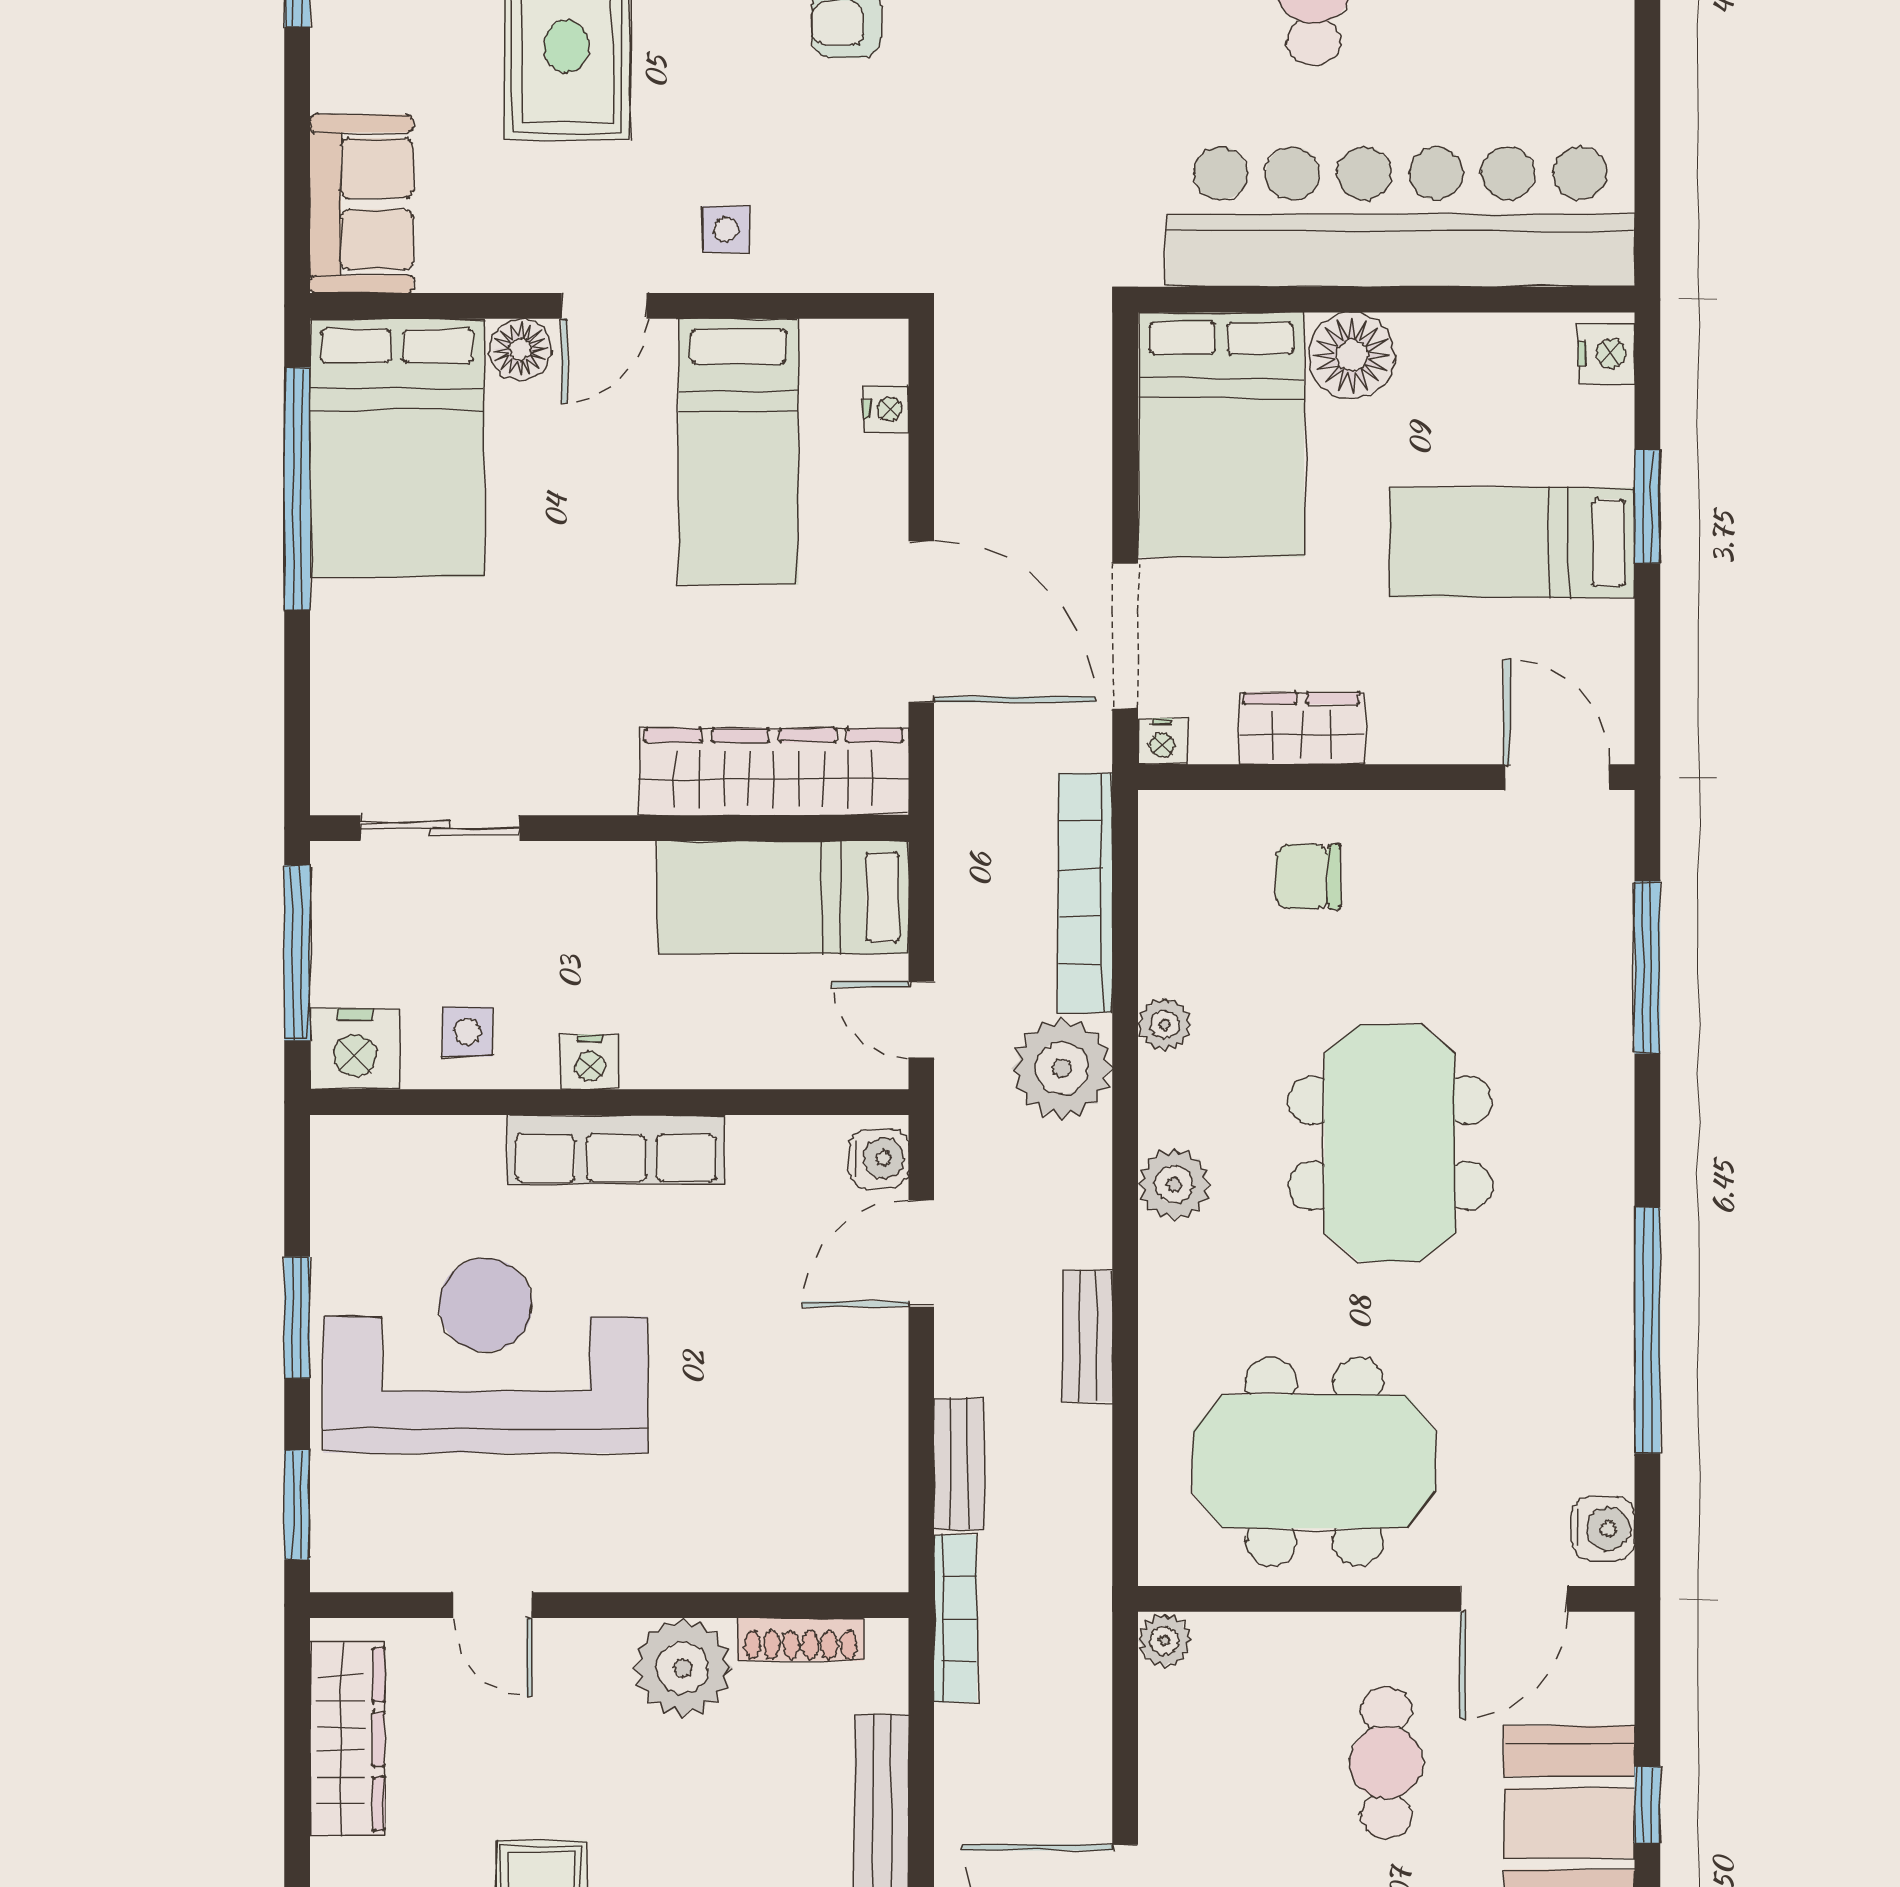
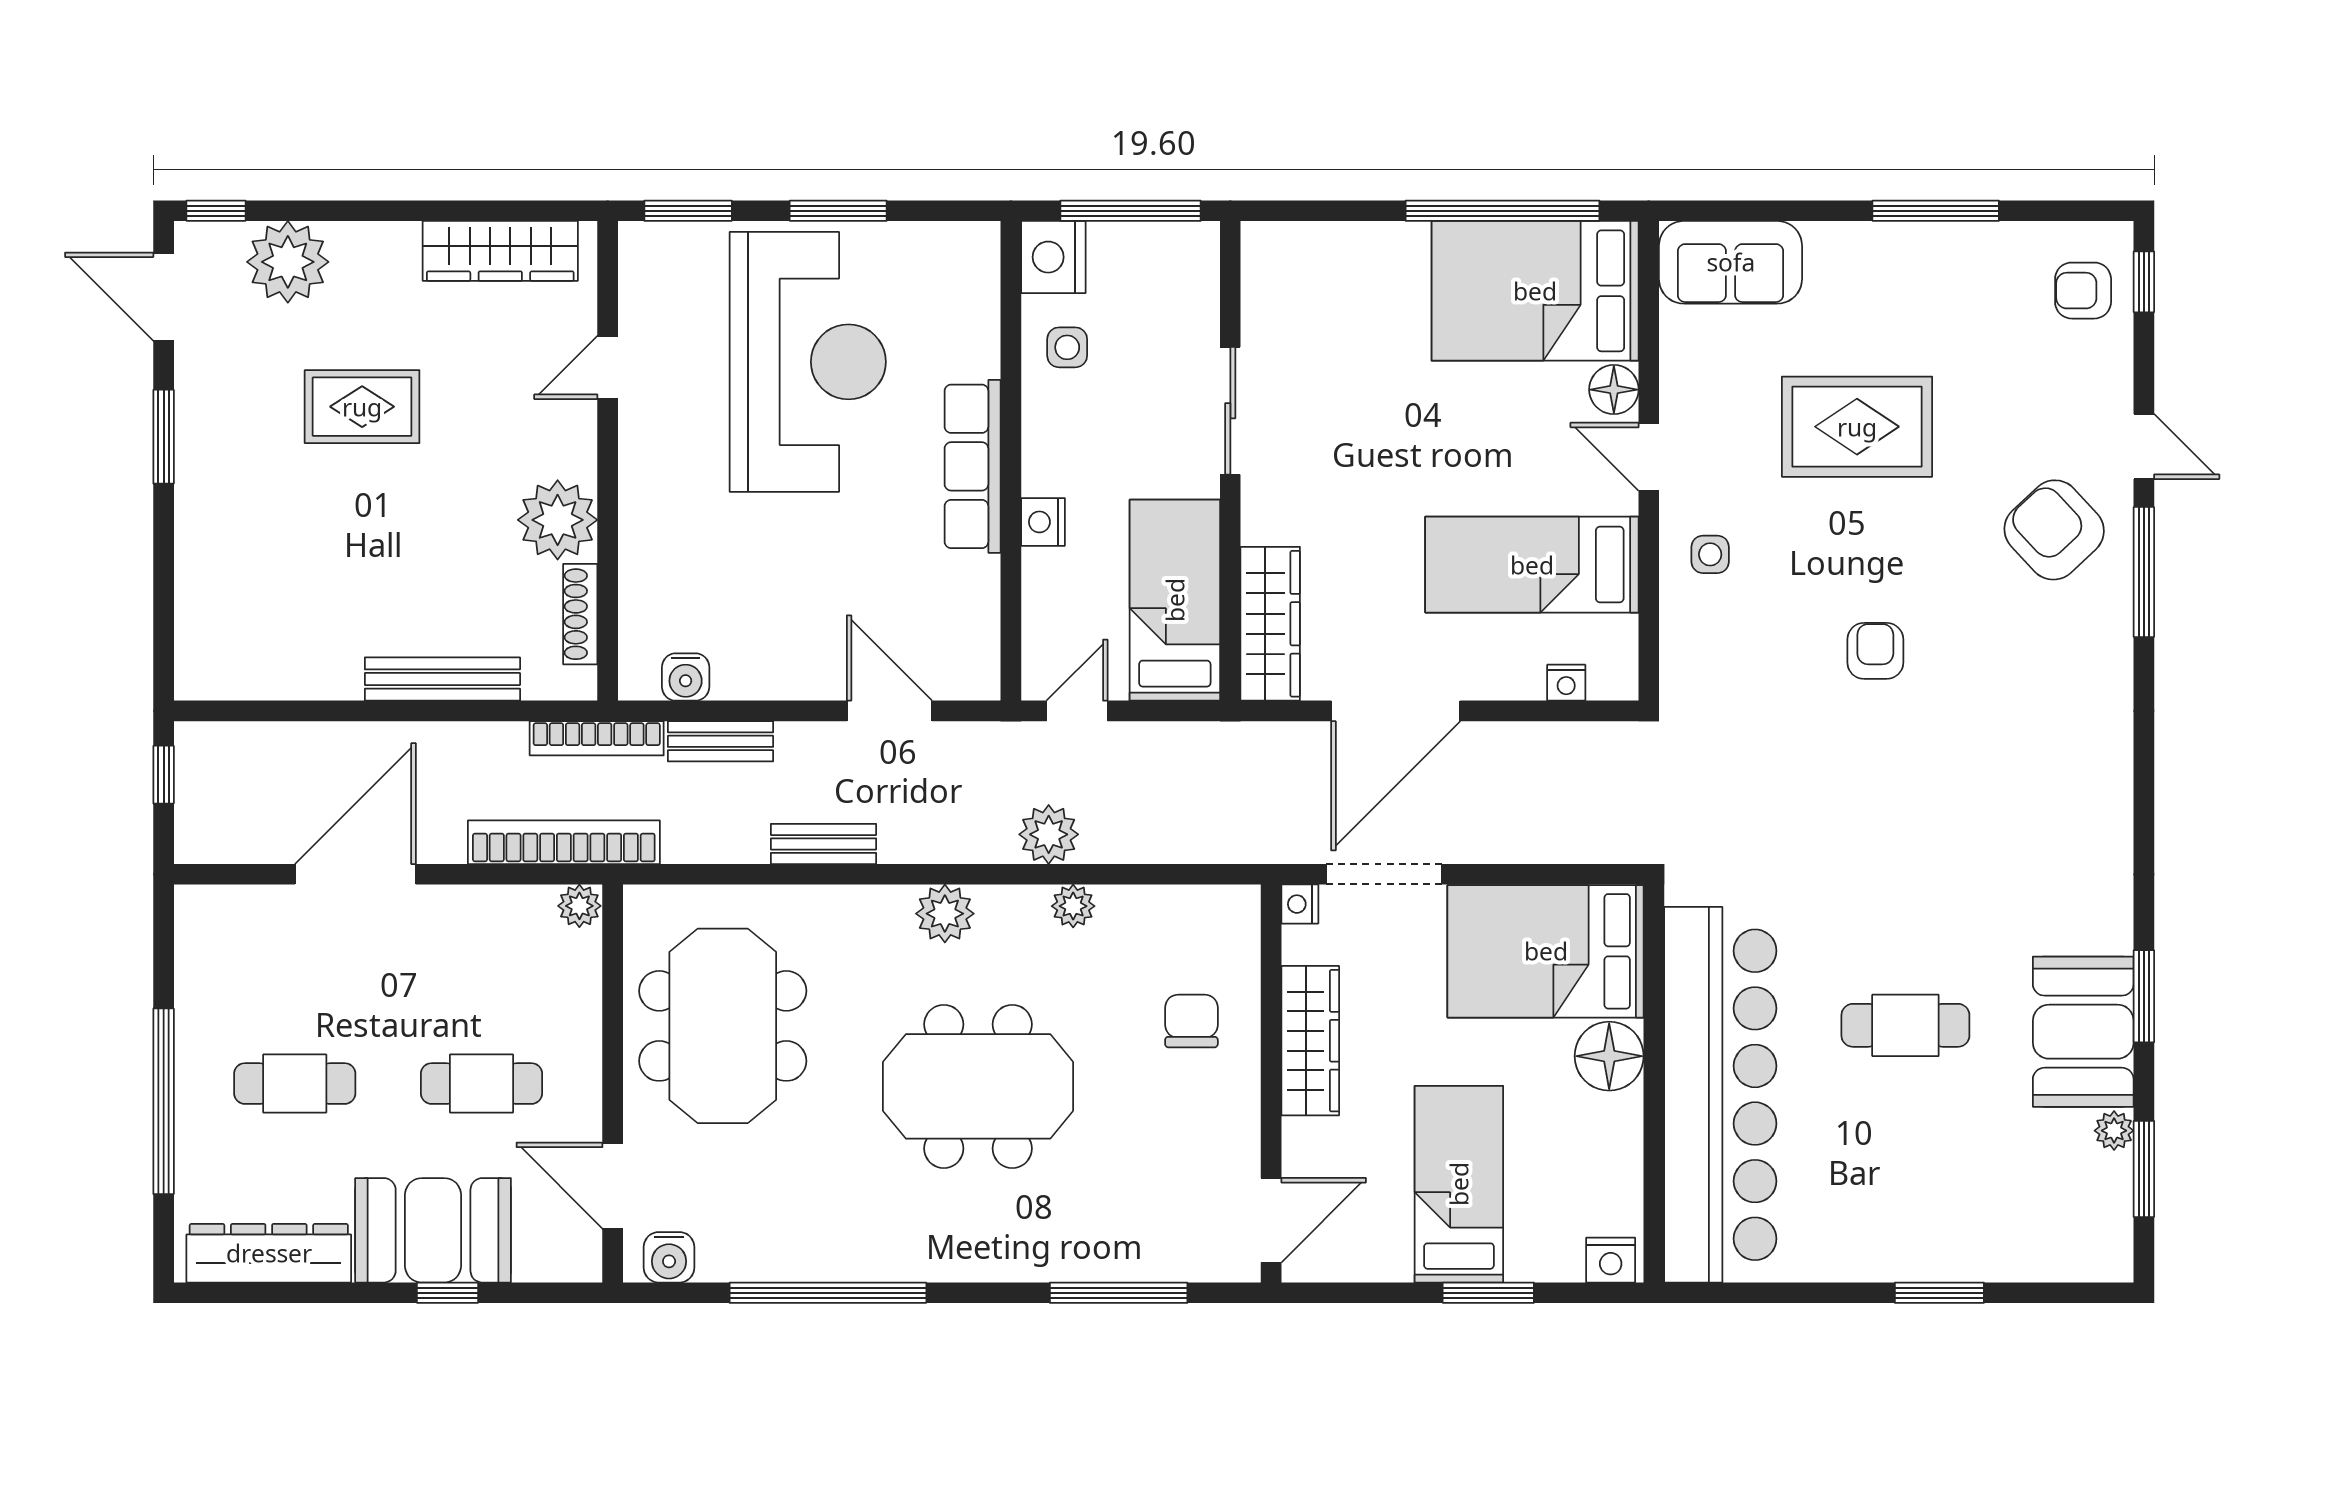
wardrobe: (1302, 728) -> (1310, 1041), width x1.50
wardrobe: (774, 772) -> (1270, 624), width x0.71, depth x0.85
sliding door: (440, 828) -> (1230, 411), moved
bookcase: (1085, 893) -> (564, 842), moved
nightstand: (590, 1062) -> (1043, 522), moved
plant: (1062, 1068) -> (1049, 834), width x0.73, depth x0.73
water cooler: (879, 1158) -> (686, 677), moved

